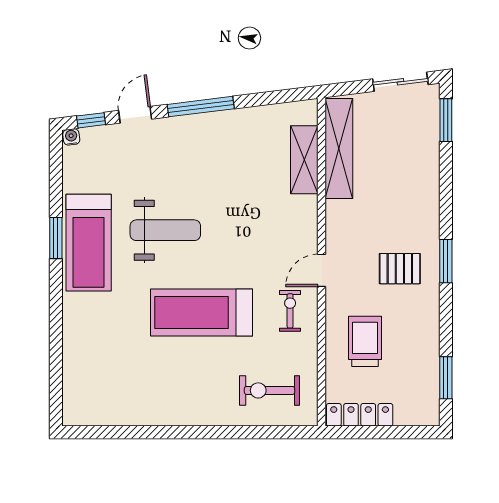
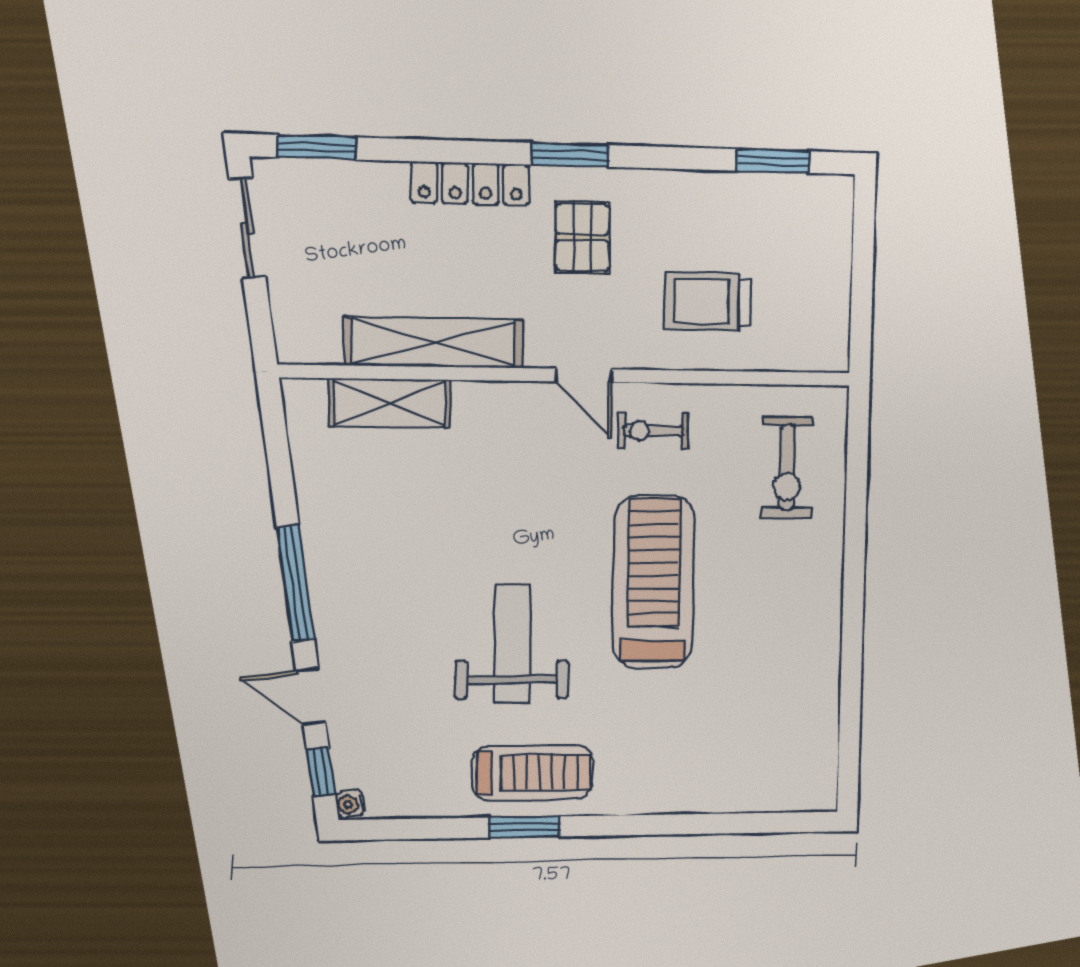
shelving: (339, 149) -> (434, 343), moved
treadmill: (89, 243) -> (533, 773), width x0.73, depth x0.73
treadmill: (202, 313) -> (654, 582), turned 180
locker: (360, 415) -> (470, 183), moved, turned -90

